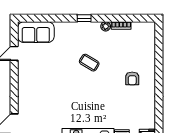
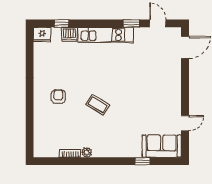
window: (84, 18) -> (143, 161), moved
coffee table: (89, 63) -> (98, 105), moved

